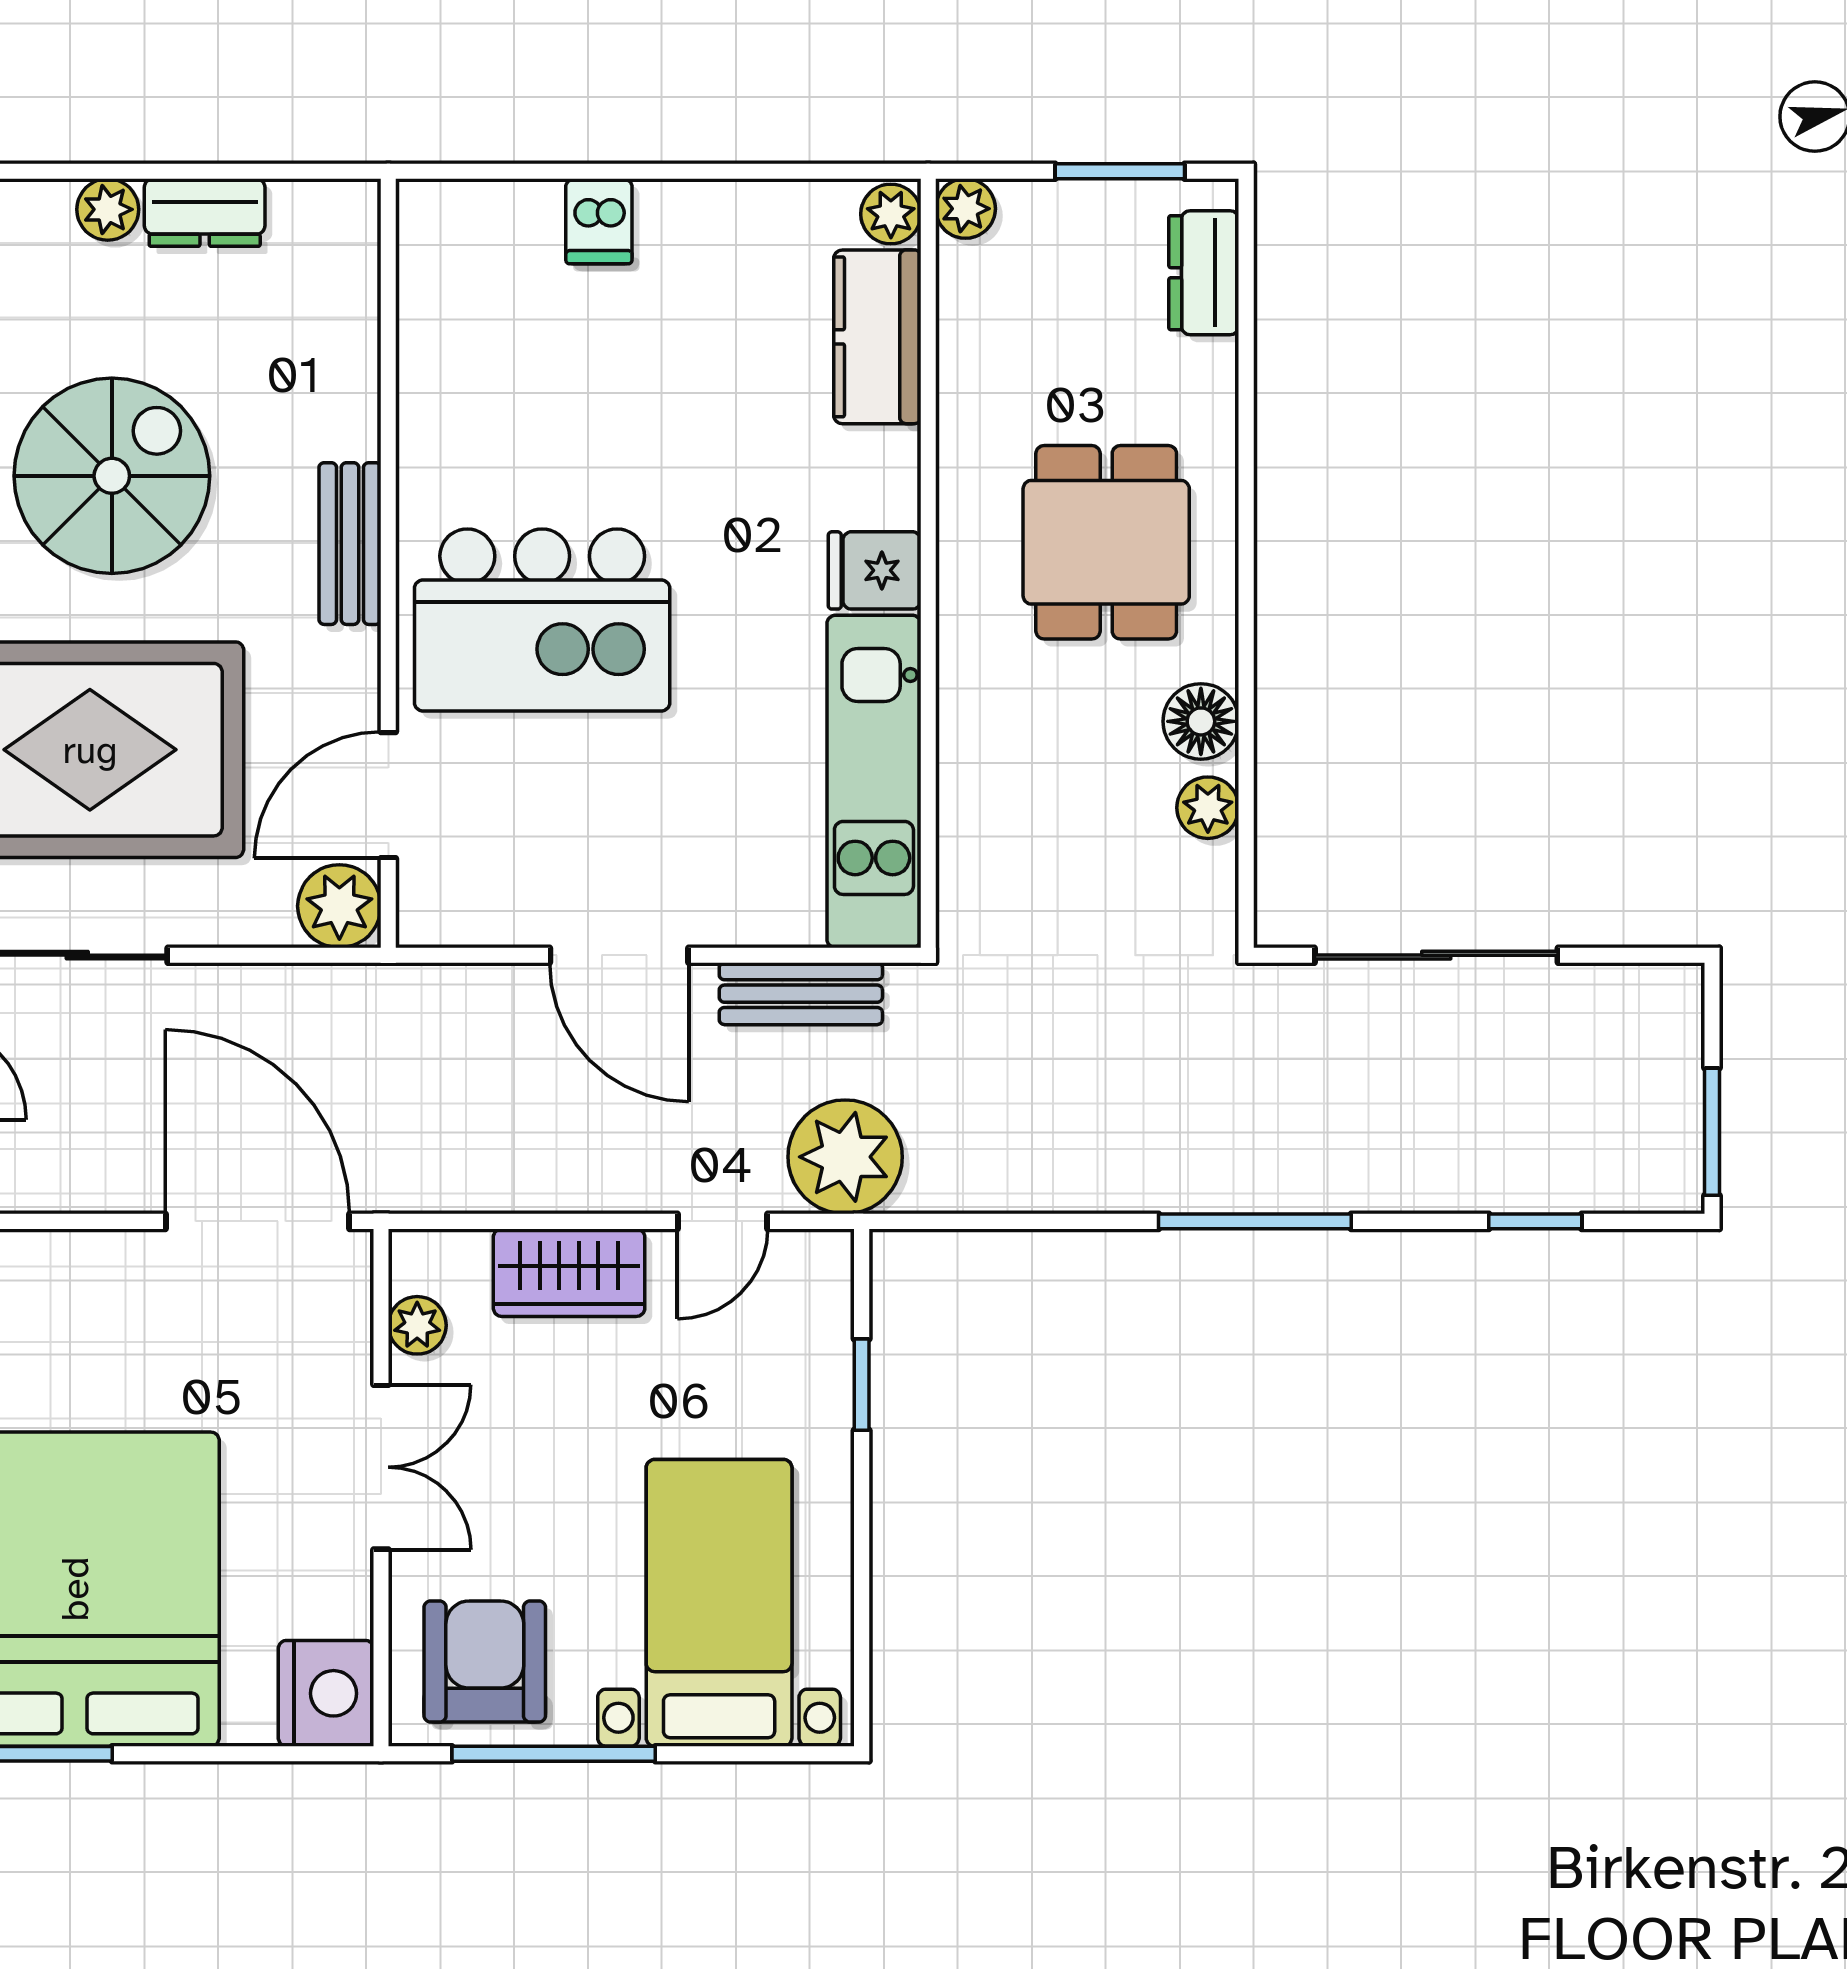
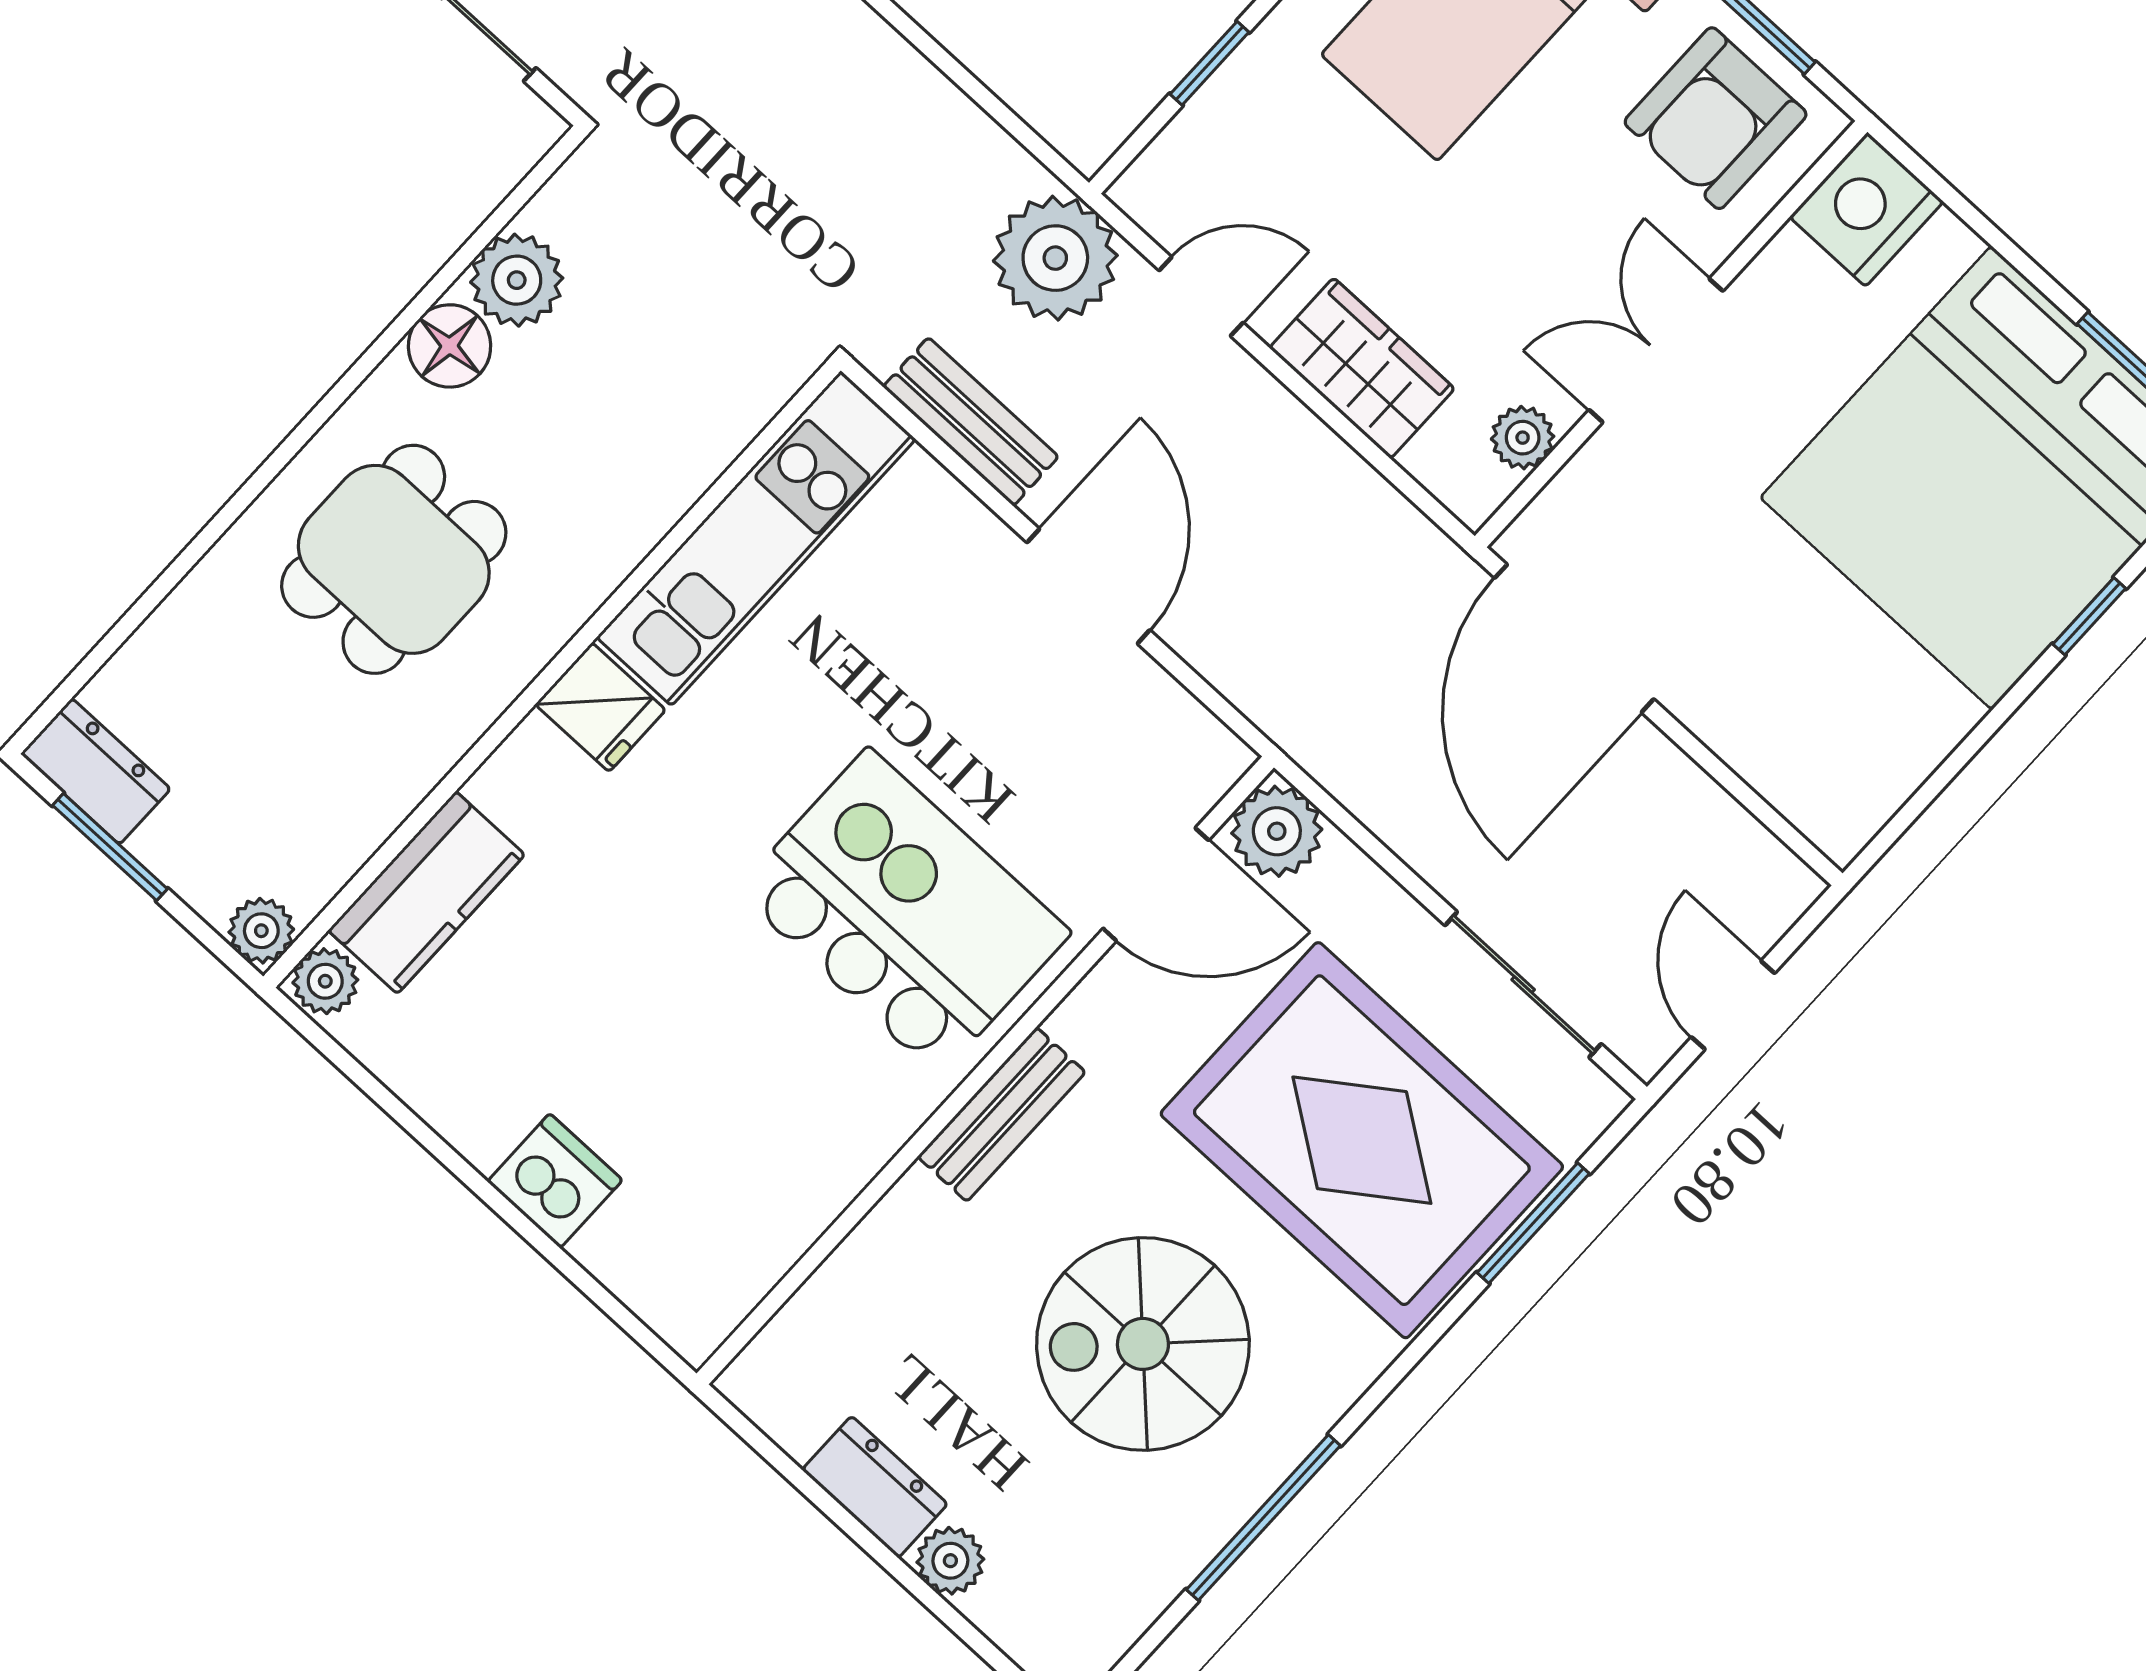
dishwasher: (599, 221) -> (555, 1181), width x1.38
dresser: (1204, 273) -> (95, 771), moved, turned -90
plant: (1208, 808) -> (517, 280), width x1.38, depth x1.38

